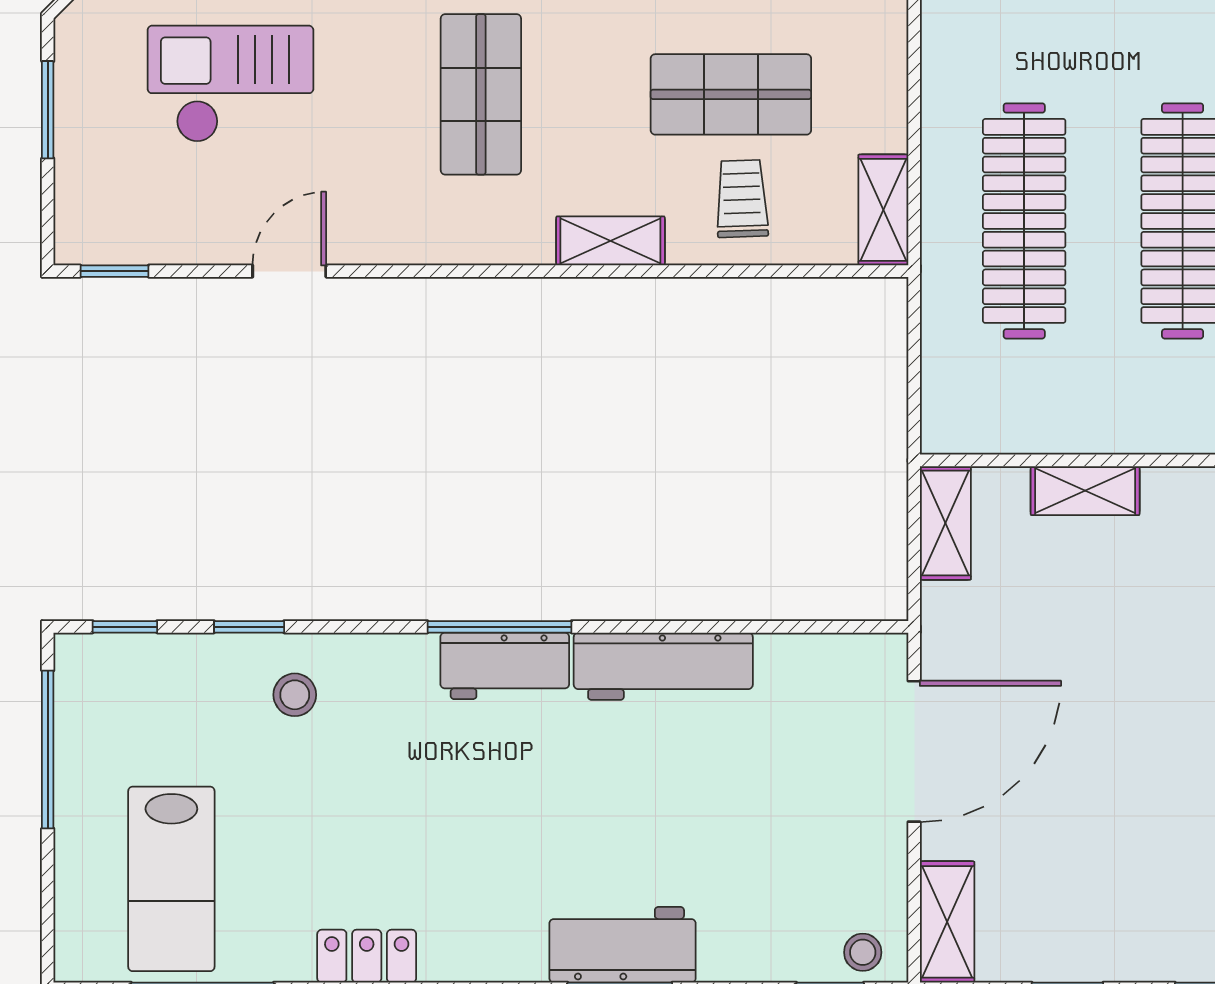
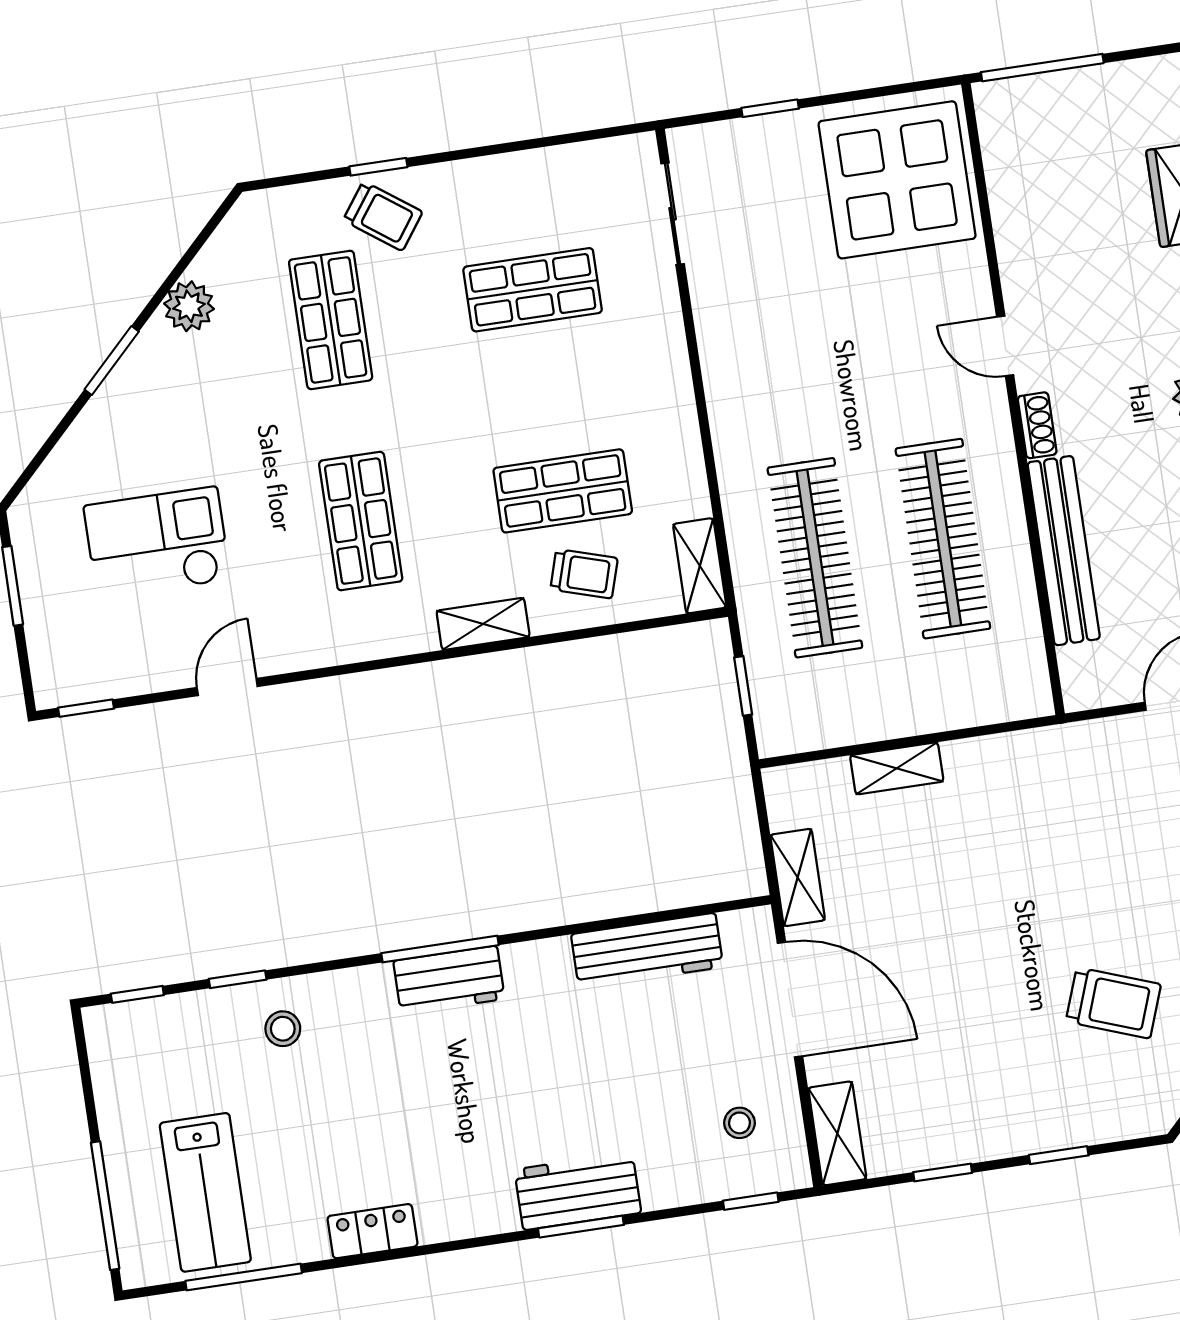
trolley: (742, 199) -> (584, 574), turned 109
window: (914, 363) -> (743, 686), added
shelving: (945, 523) -> (798, 877), moved
workbench: (663, 666) -> (647, 951), moved
window: (48, 749) -> (105, 1206), moved
door: (914, 751) -> (790, 1000), hinge flipped
stool: (863, 952) -> (739, 1123), moved

